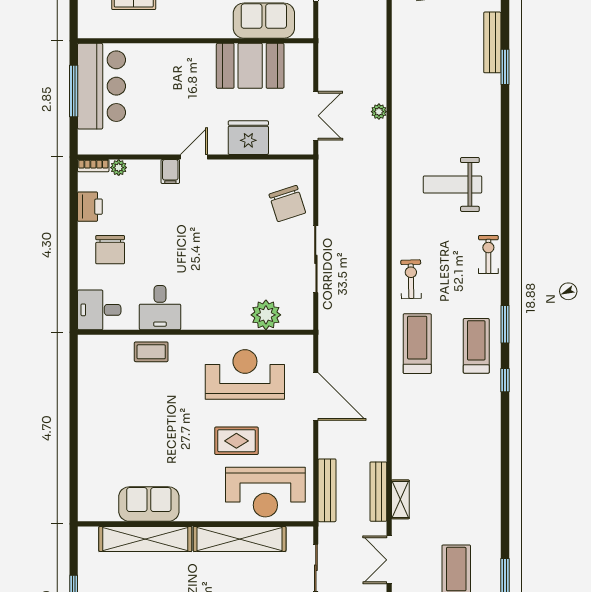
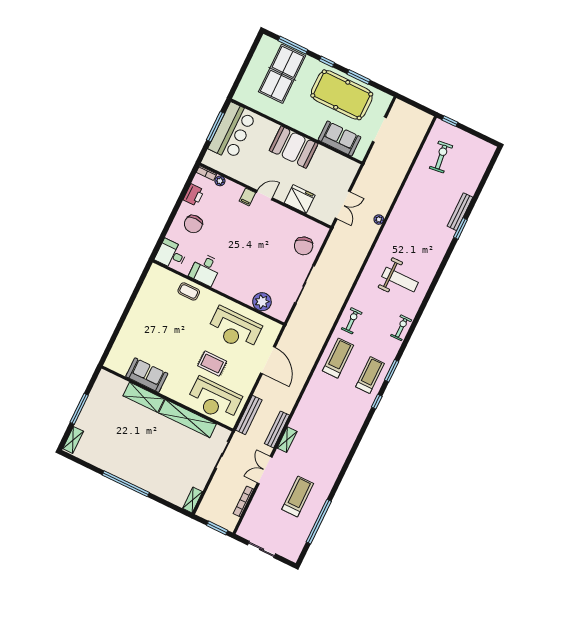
booth: (250, 66) -> (294, 147), moved
weight bench: (453, 184) -> (400, 280), turned 180
reception desk: (245, 374) -> (235, 329), turned 180
shelving: (145, 539) -> (144, 397), width x0.68

